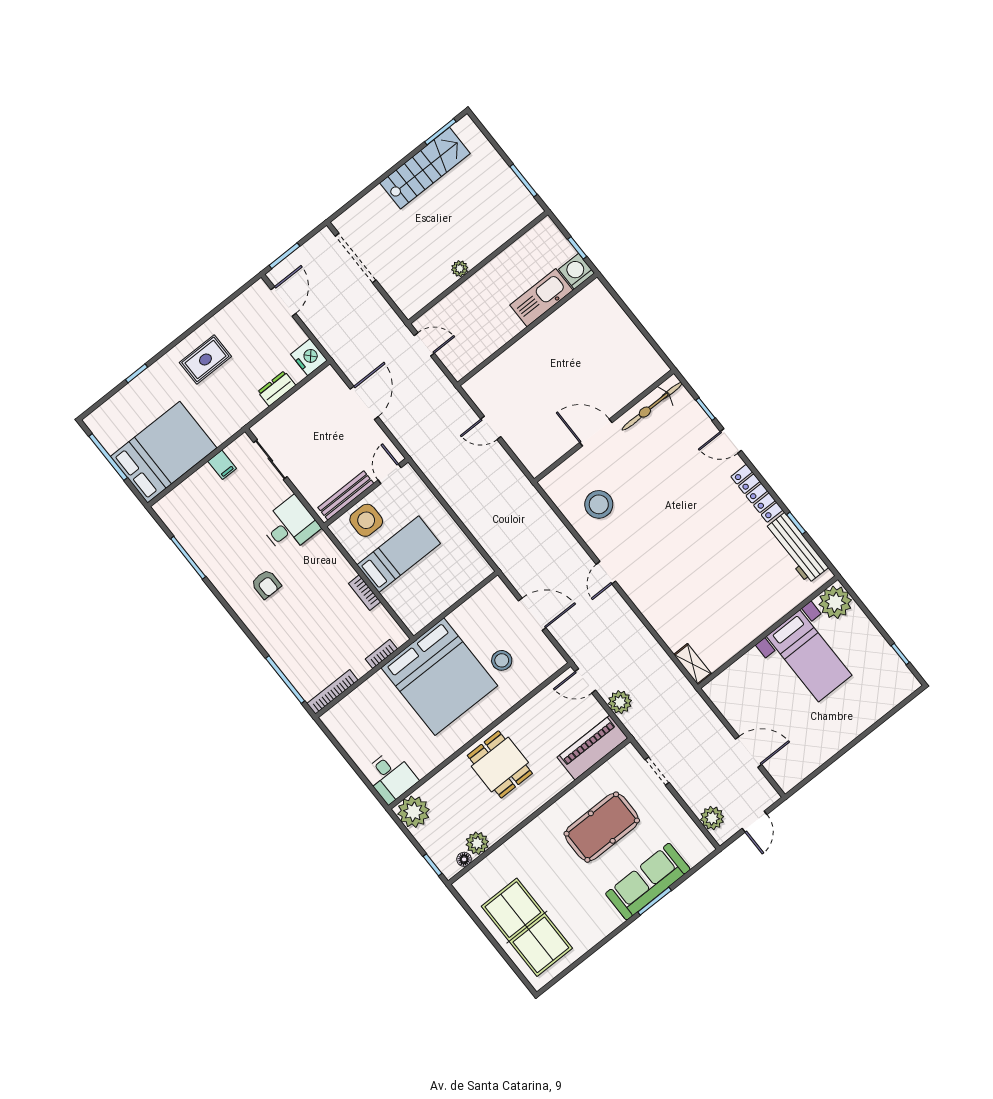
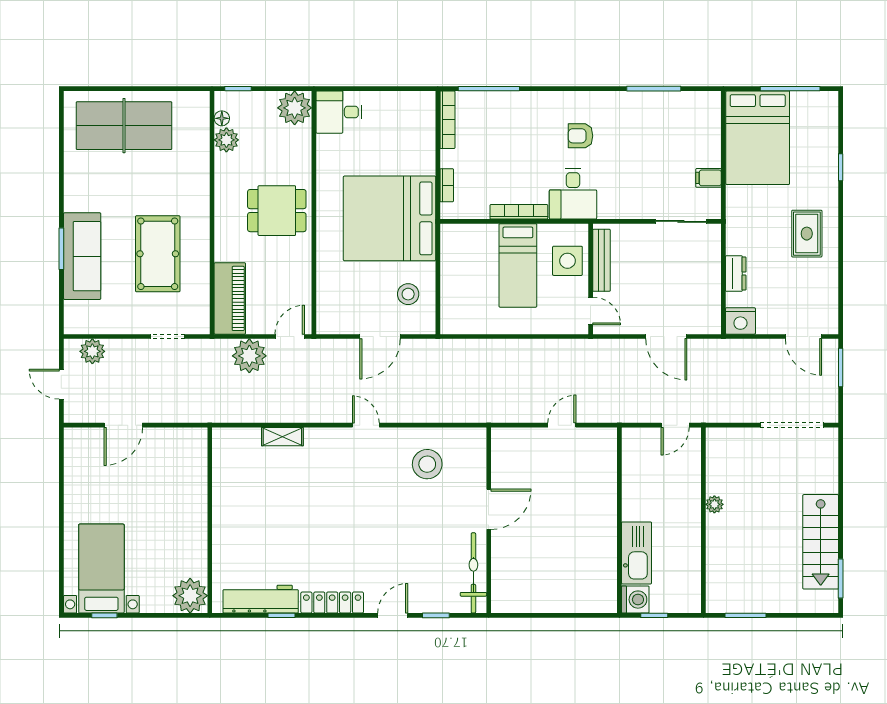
desk: (290, 526) -> (573, 194), moved
bookcase: (365, 593) -> (519, 212), width x1.56
bed with nightstands: (809, 656) -> (101, 569), moved, turned 90
stool: (502, 660) -> (408, 294), moved
shelving: (693, 664) -> (282, 437), moved
plant: (620, 702) -> (249, 356), width x1.36, depth x1.36

